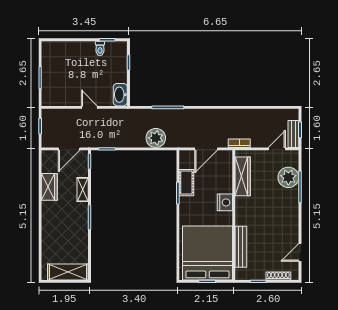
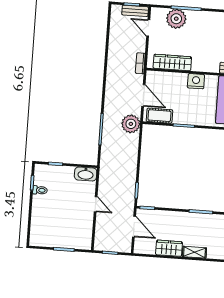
door: (89, 107) -> (96, 204), swing flipped
plant: (156, 138) -> (131, 124), moved
cot: (186, 183) -> (159, 116), moved
shelving: (83, 190) -> (194, 252), moved

